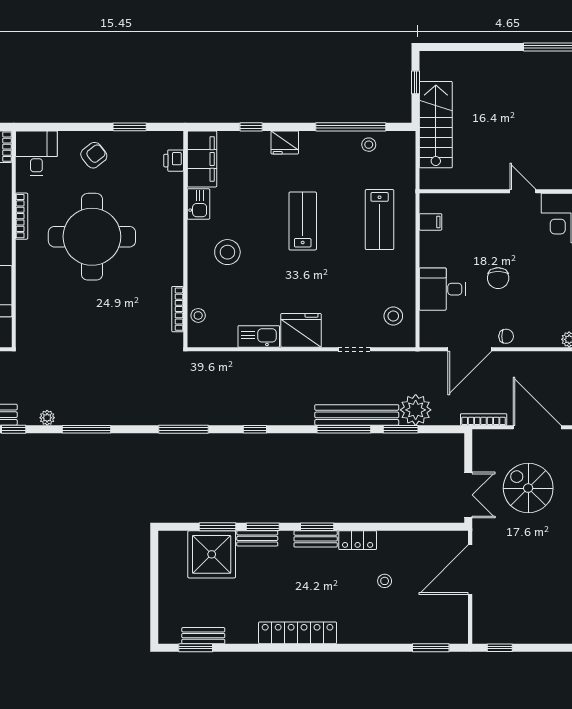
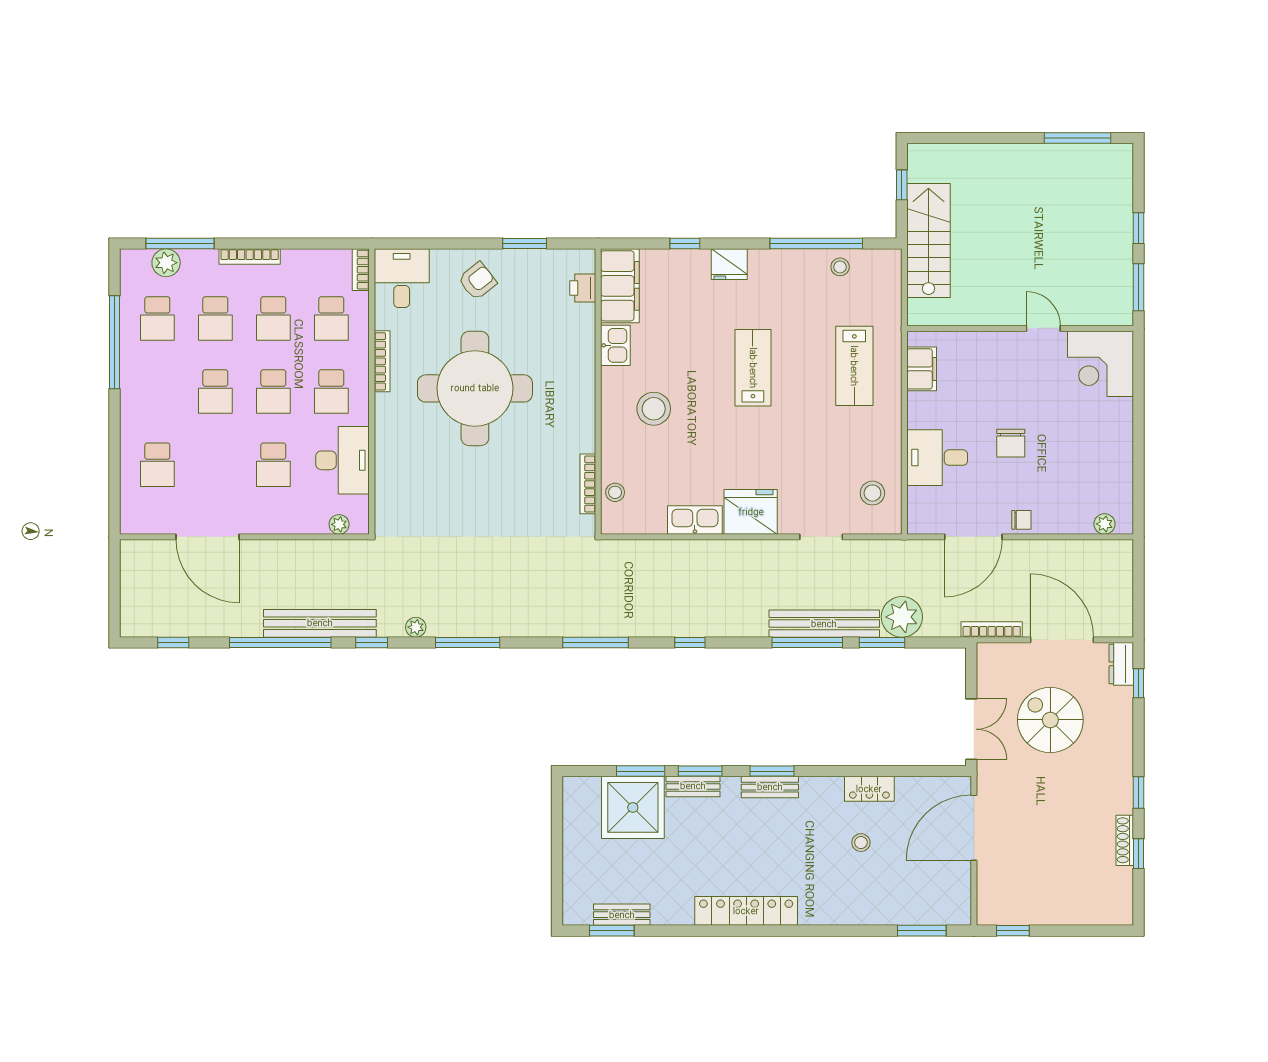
filing cabinet: (431, 222) -> (922, 369), width x2.00
locker: (358, 540) -> (869, 789), moved

